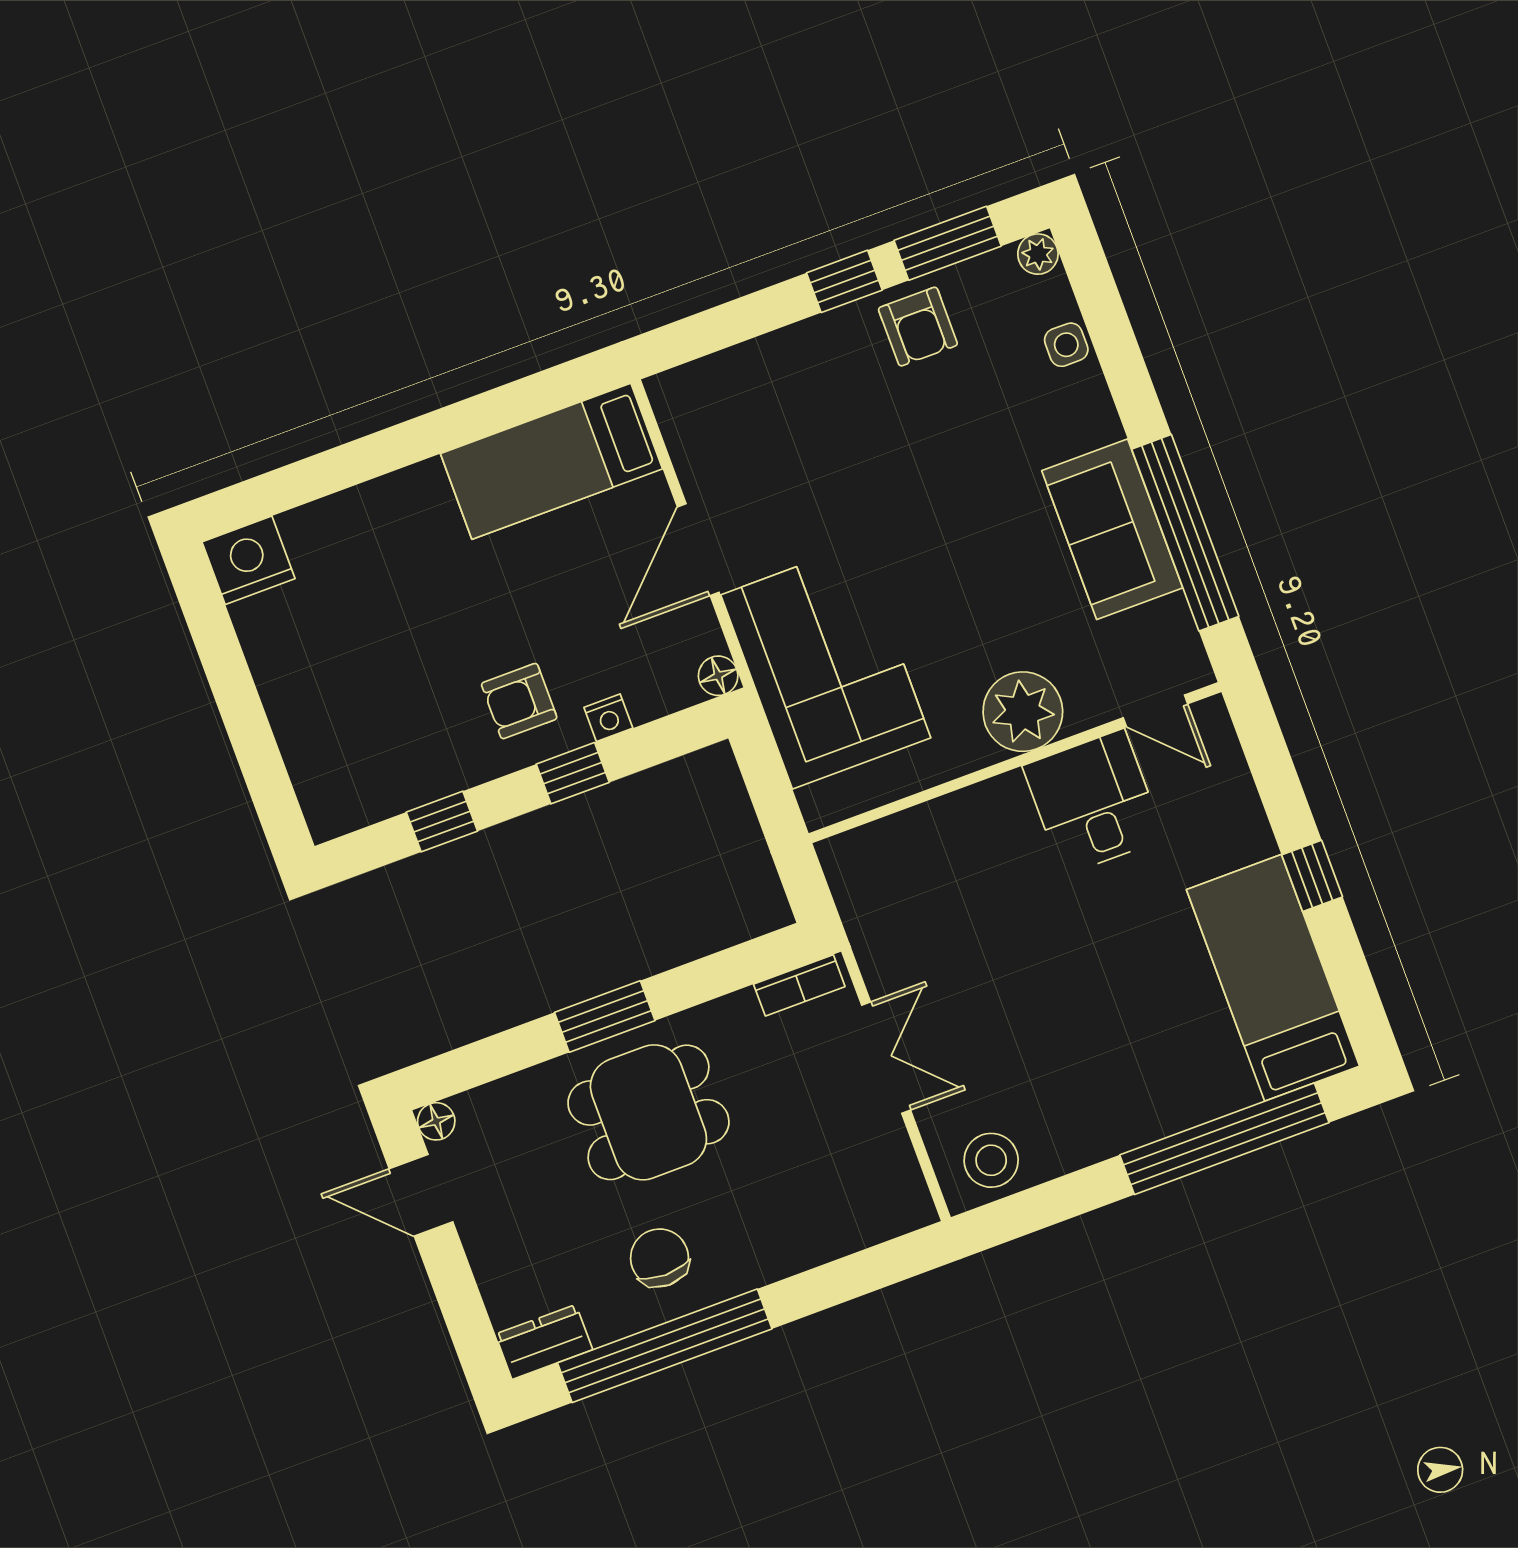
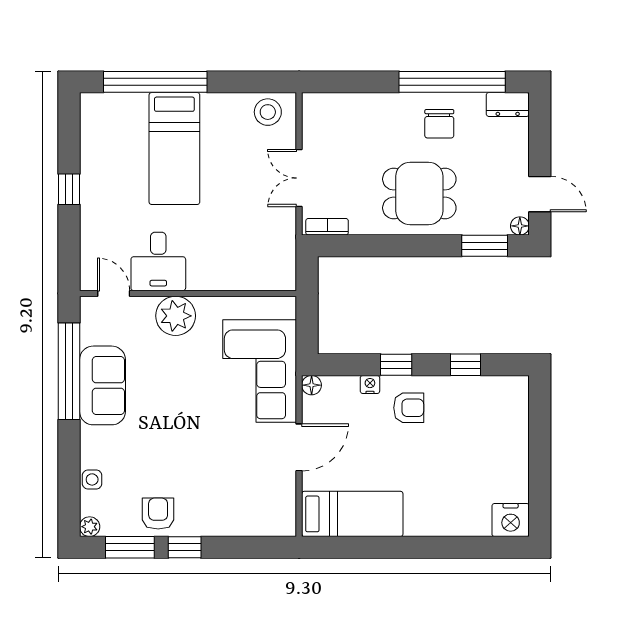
bed: (1273, 978) -> (174, 149), moved
window: (605, 1016) -> (485, 246), moved

